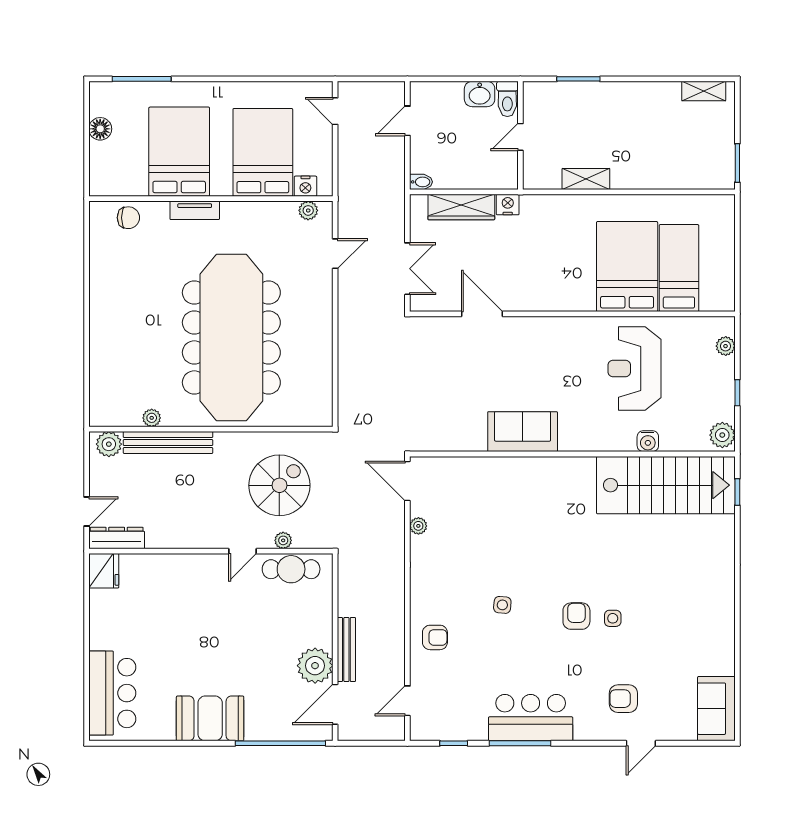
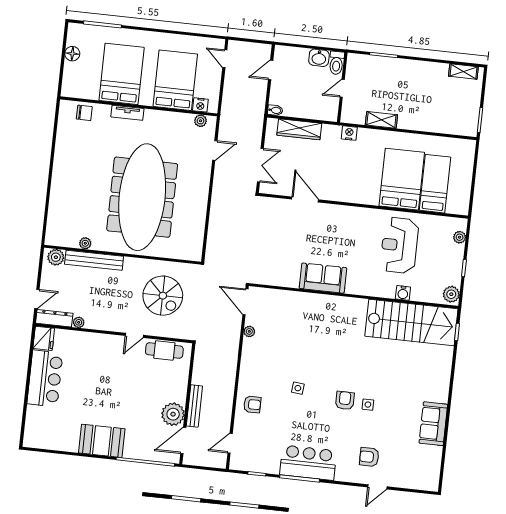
nightstand: (508, 205) -> (349, 133), moved
spiral stairs: (279, 485) -> (163, 296), turned 90
plant: (283, 540) -> (79, 322), moved
bar counter: (112, 693) -> (45, 378), moved
sofa: (716, 709) -> (433, 424), moved

